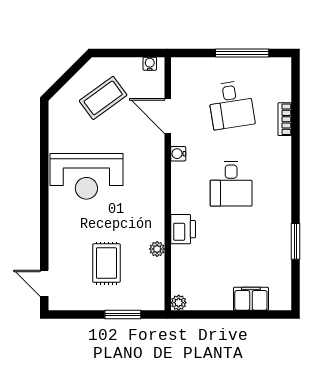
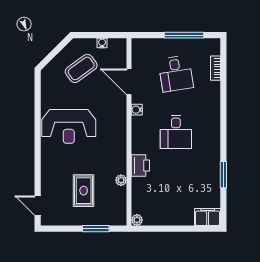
water cooler: (150, 64) -> (102, 43), moved
bookcase: (285, 119) -> (216, 68), moved
filing cabinet: (251, 299) -> (208, 217), moved

